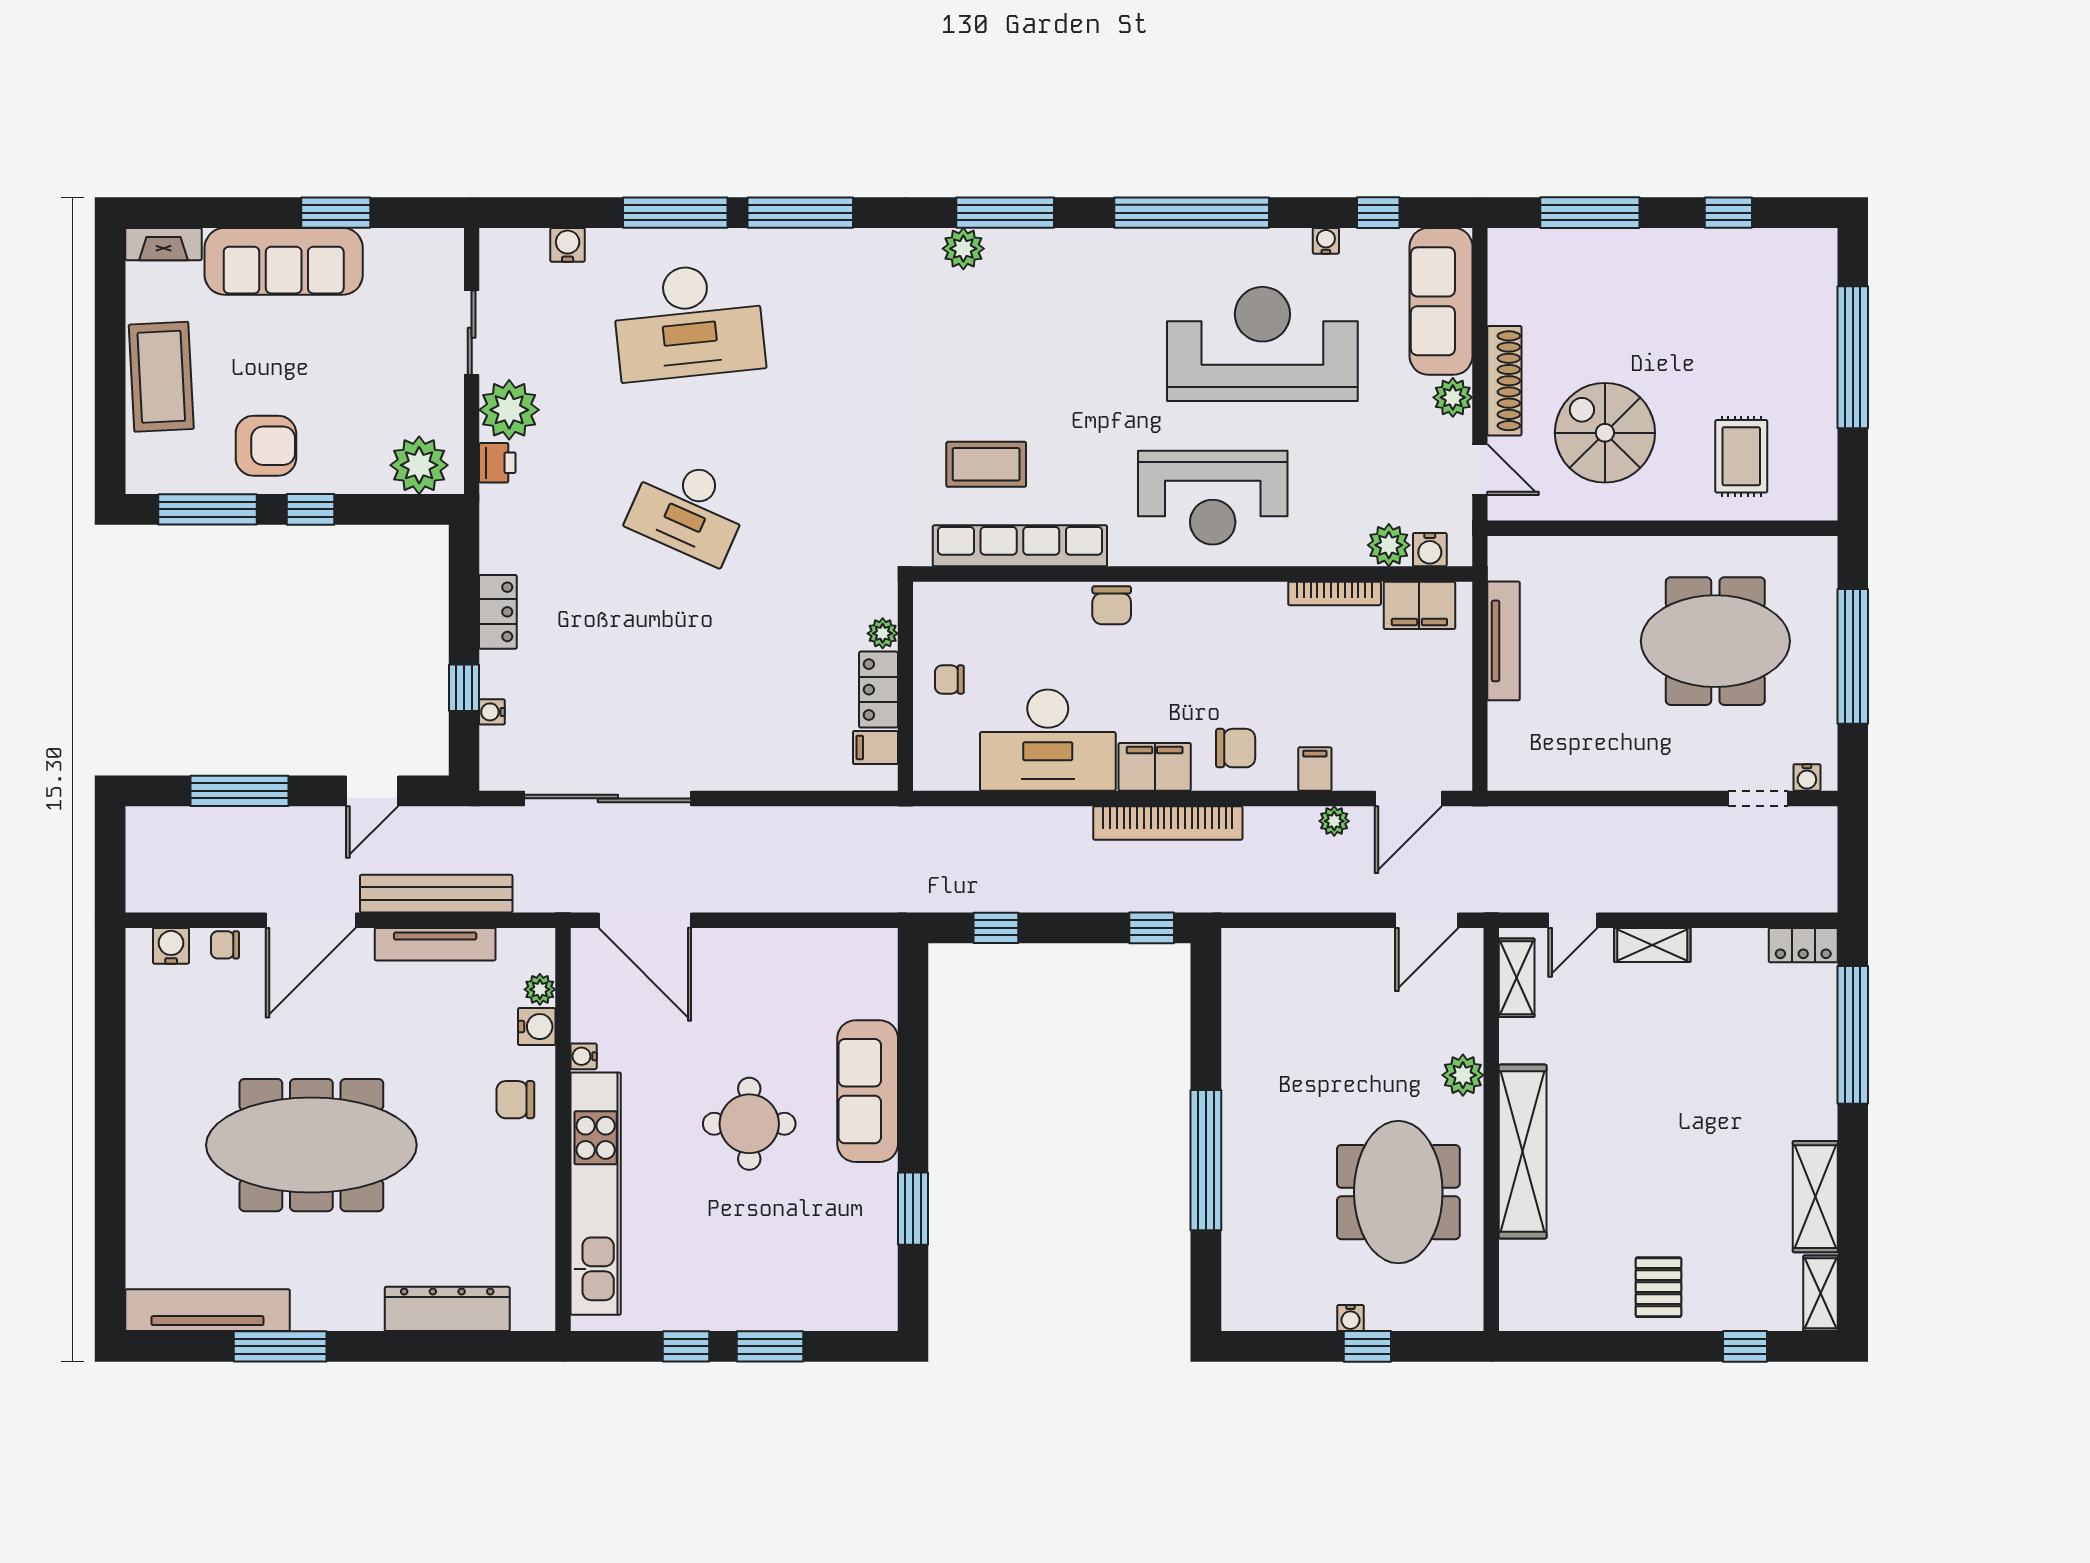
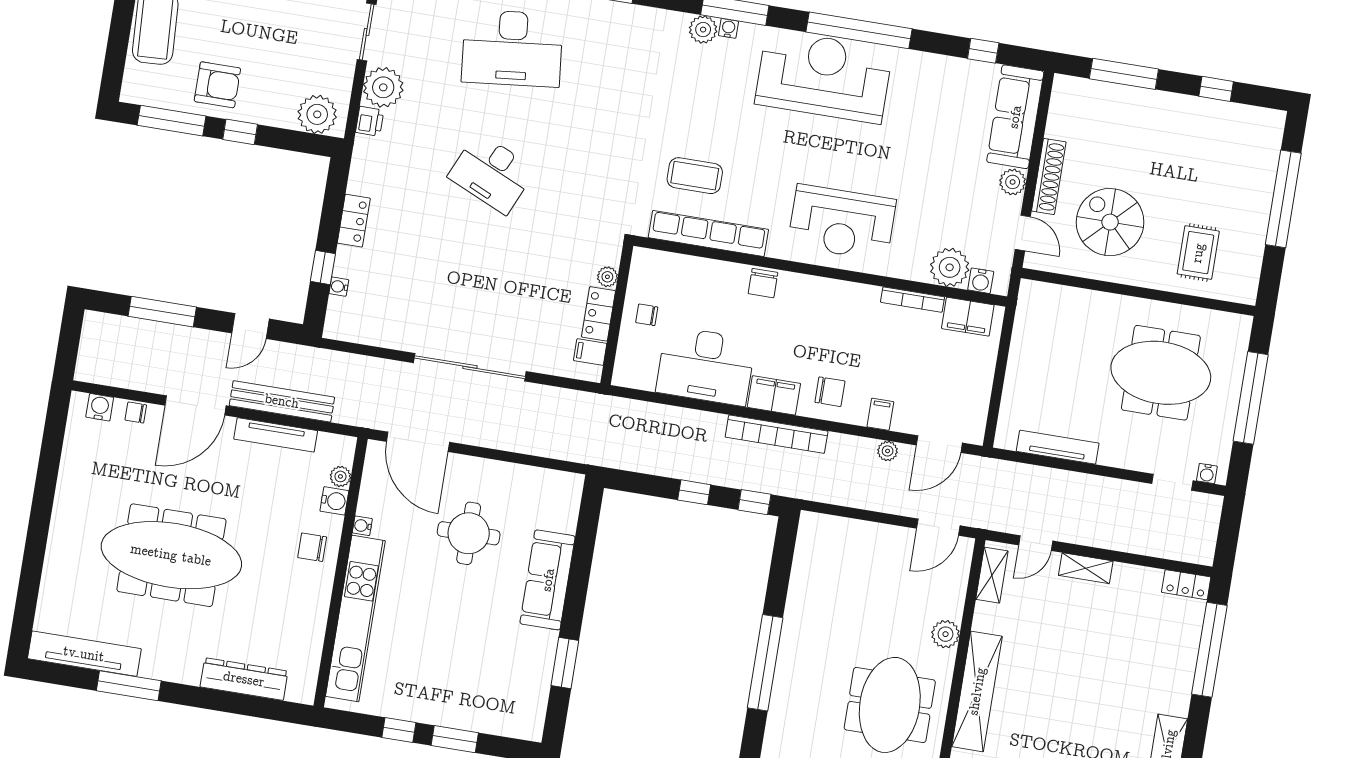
water cooler: (1326, 241) -> (728, 28), moved
reception desk: (1262, 344) -> (824, 76), moved
plant: (1389, 545) -> (950, 267), width x1.36, depth x1.36
tv unit: (1504, 641) -> (1058, 447), moved, turned -90
sliding door: (608, 798) -> (470, 367), moved
window: (996, 928) -> (694, 492), moved
round table: (749, 1124) -> (469, 533), moved

